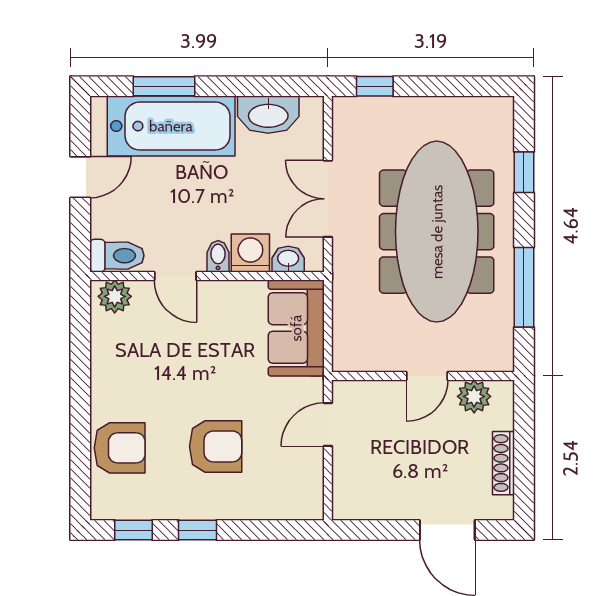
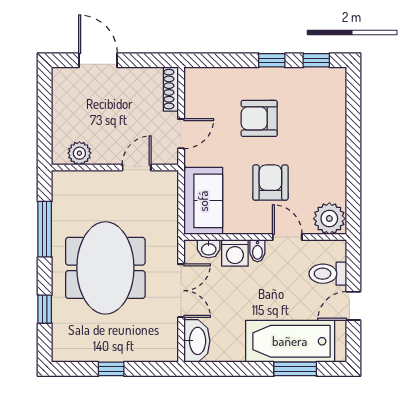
window: (375, 86) -> (111, 369), moved
washbasin: (268, 115) -> (197, 341), moved, turned 90
meeting table: (437, 232) -> (105, 268), width x0.73
toilet: (117, 256) -> (328, 274), moved
plant: (115, 296) -> (329, 219), width x1.36, depth x1.36
door: (427, 376) -> (137, 167), moved
armchair: (120, 448) -> (270, 183), moved, turned 90
shoe rack: (503, 463) -> (171, 89), moved, turned 180

